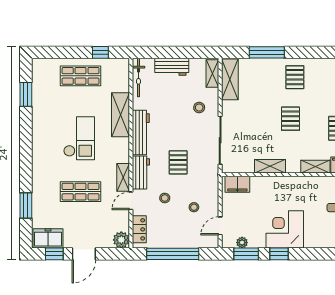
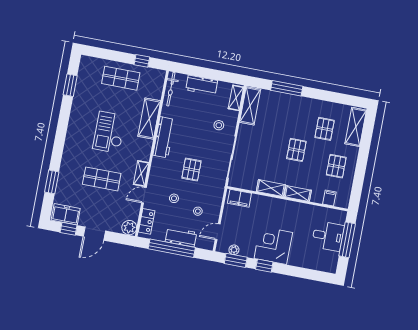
pallet: (295, 77) -> (325, 129), moved
checkout: (79, 138) -> (109, 132), turned 180
shelving: (315, 167) -> (298, 193), moved
workbench: (141, 172) -> (181, 237), moved, turned -90

